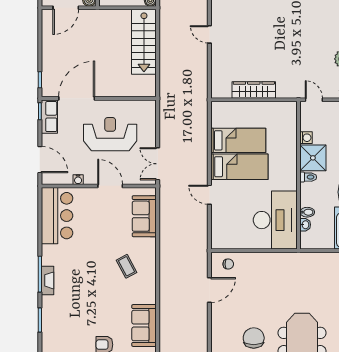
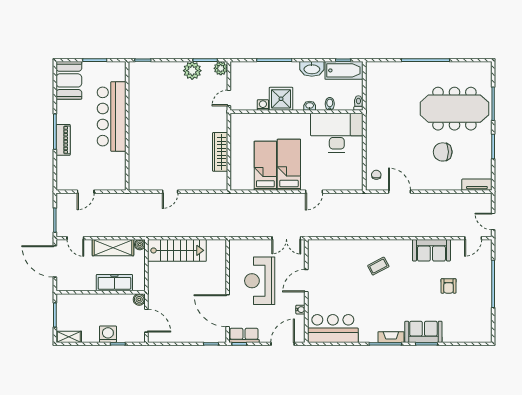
toilet: (308, 177) -> (358, 103), moved
sofa: (144, 216) -> (423, 332), moved, turned 180
washbasin: (305, 225) -> (310, 106), moved

